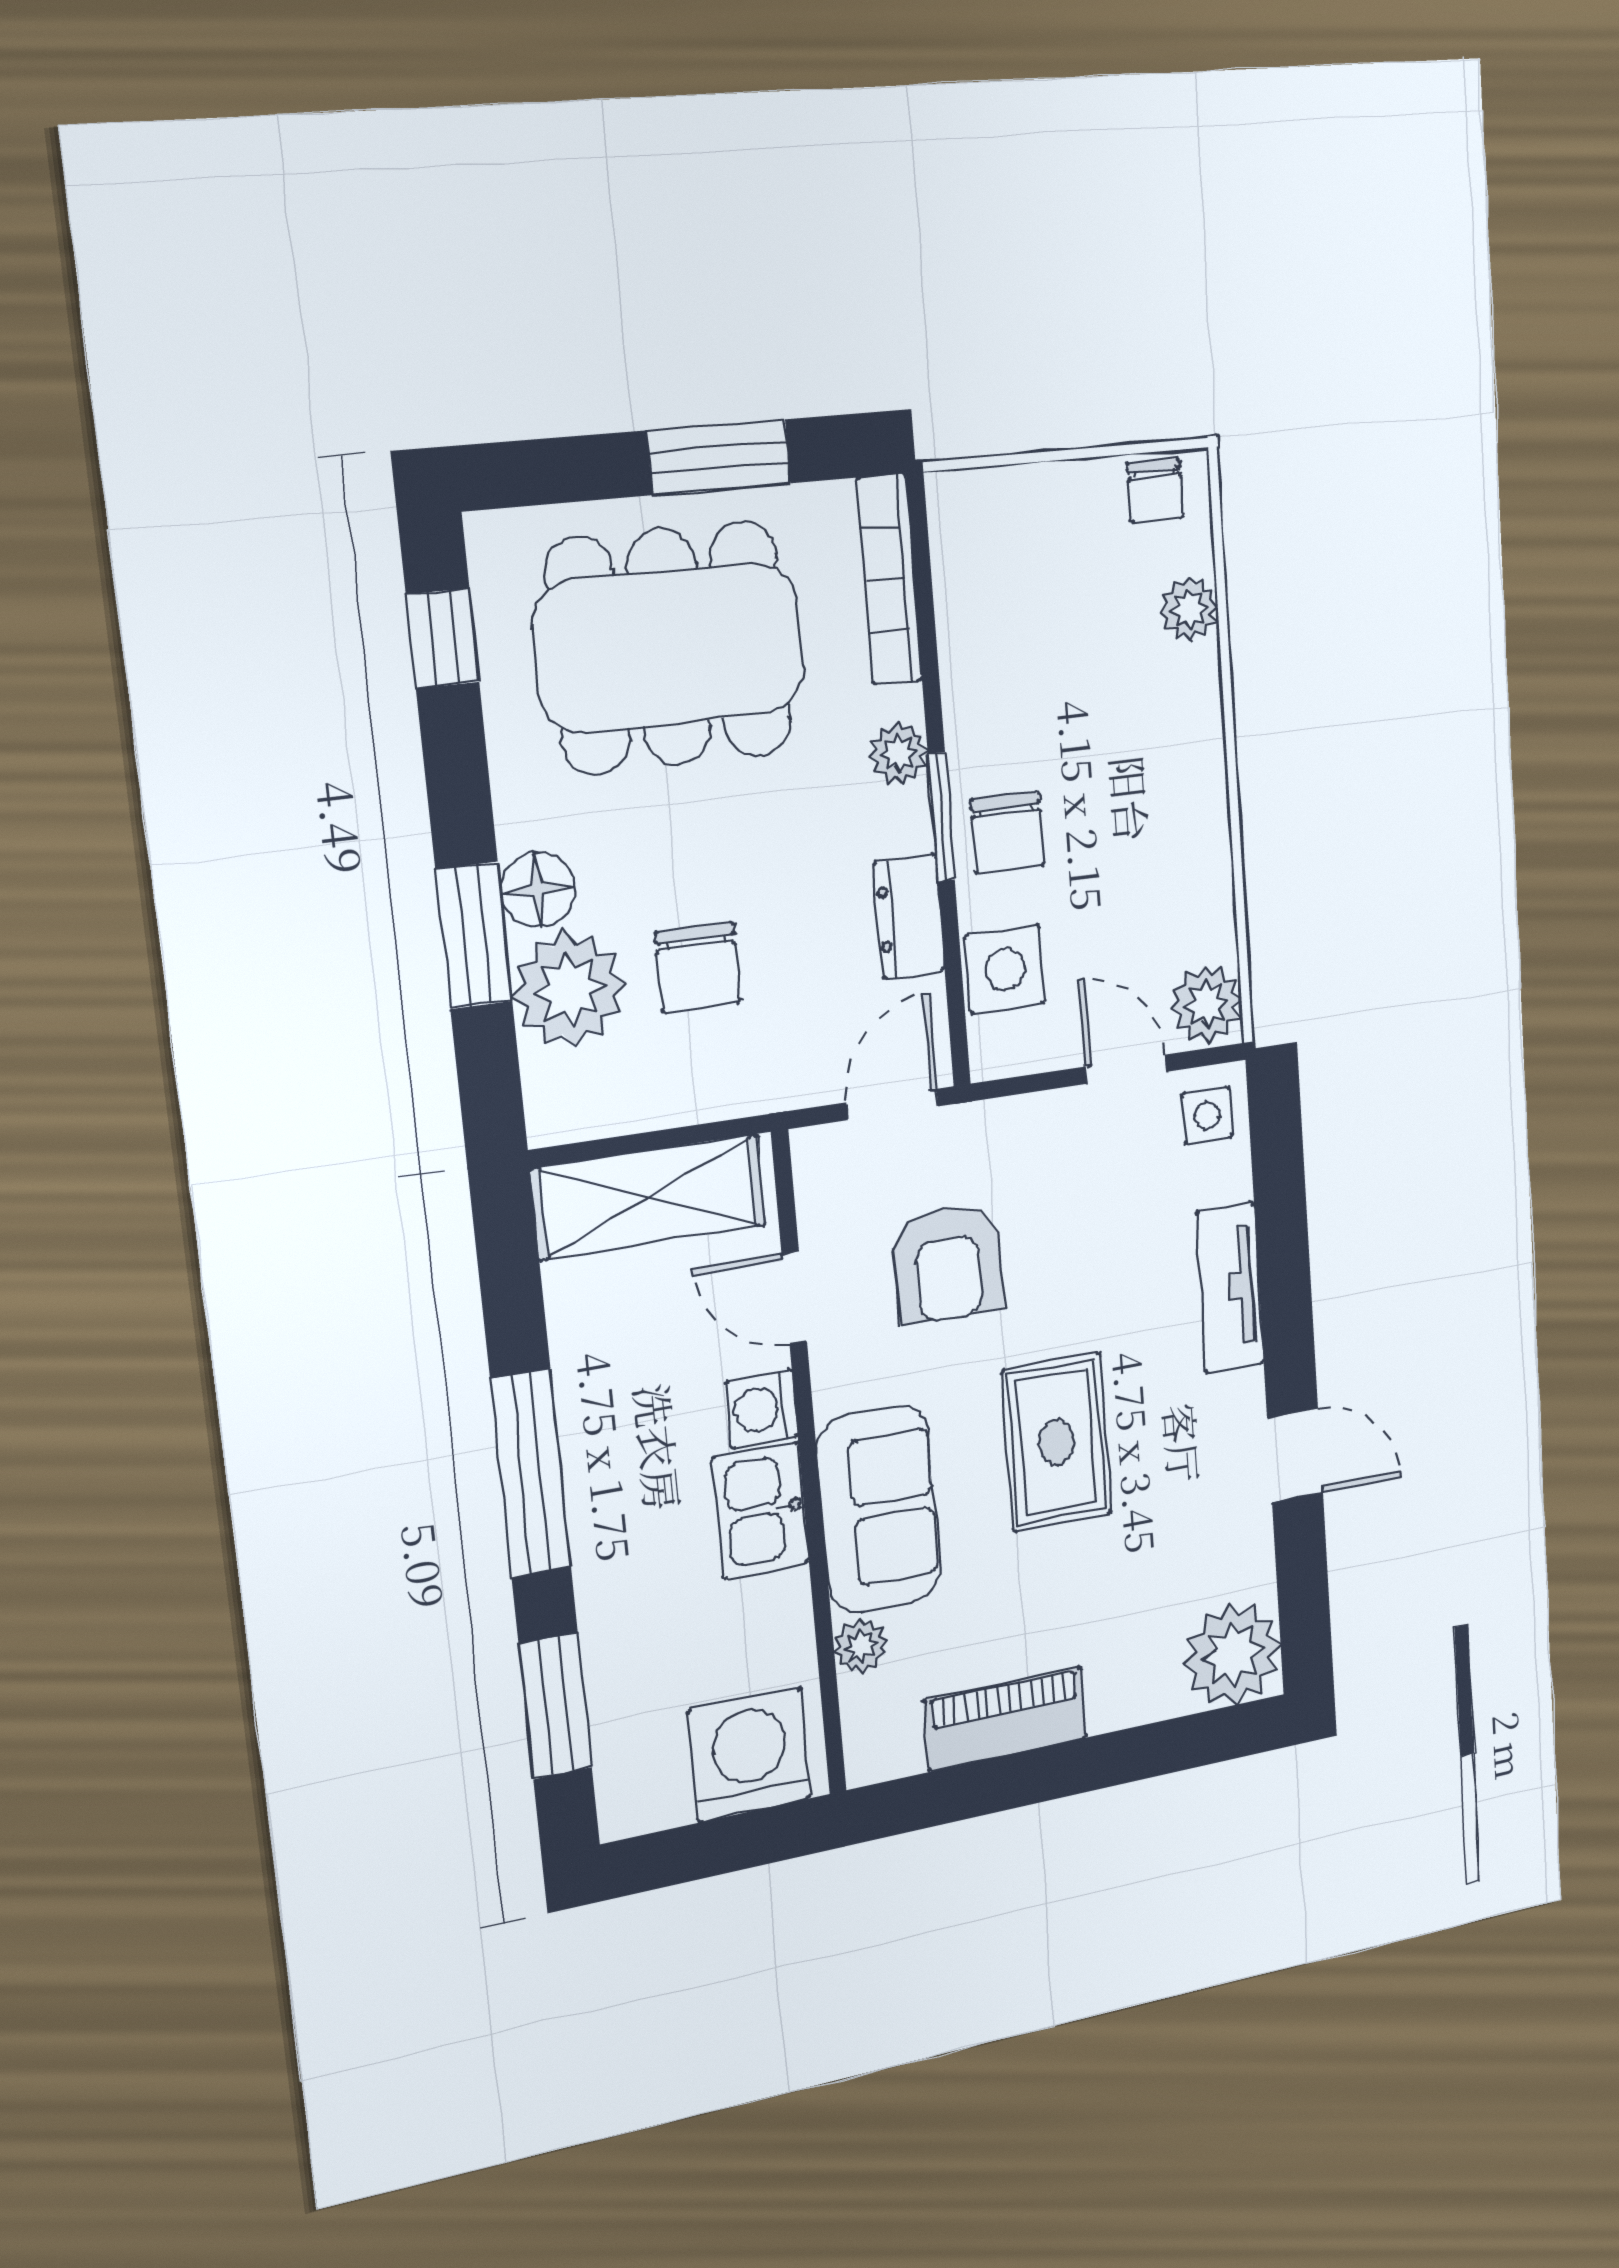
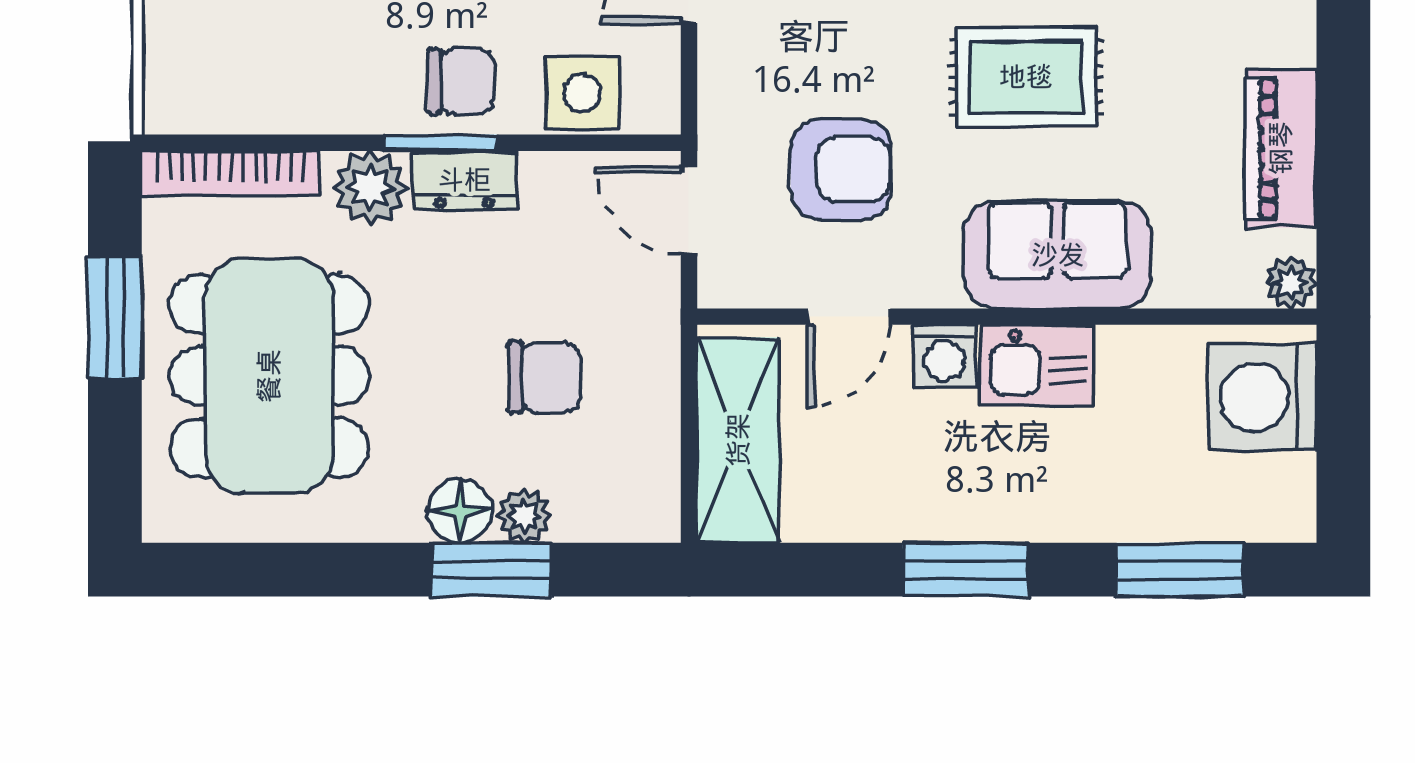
window: (443, 638) -> (243, 570), removed
plant: (899, 753) -> (370, 188), width x1.38, depth x1.38
dresser: (909, 916) -> (464, 180), moved
plant: (569, 989) -> (524, 516), width x0.53, depth x0.53
window: (531, 1473) -> (965, 570), width x0.69
plant: (861, 1646) -> (1291, 283), moved

